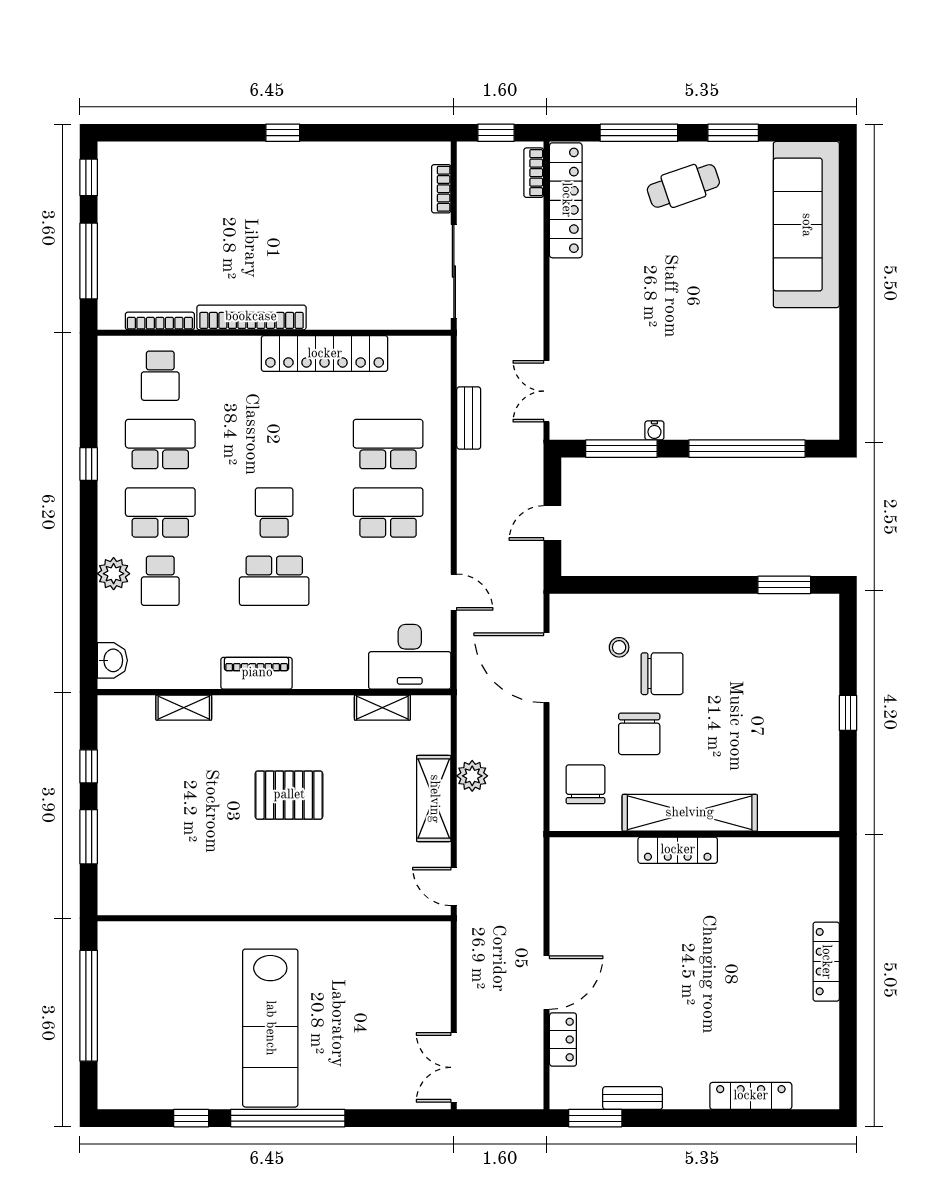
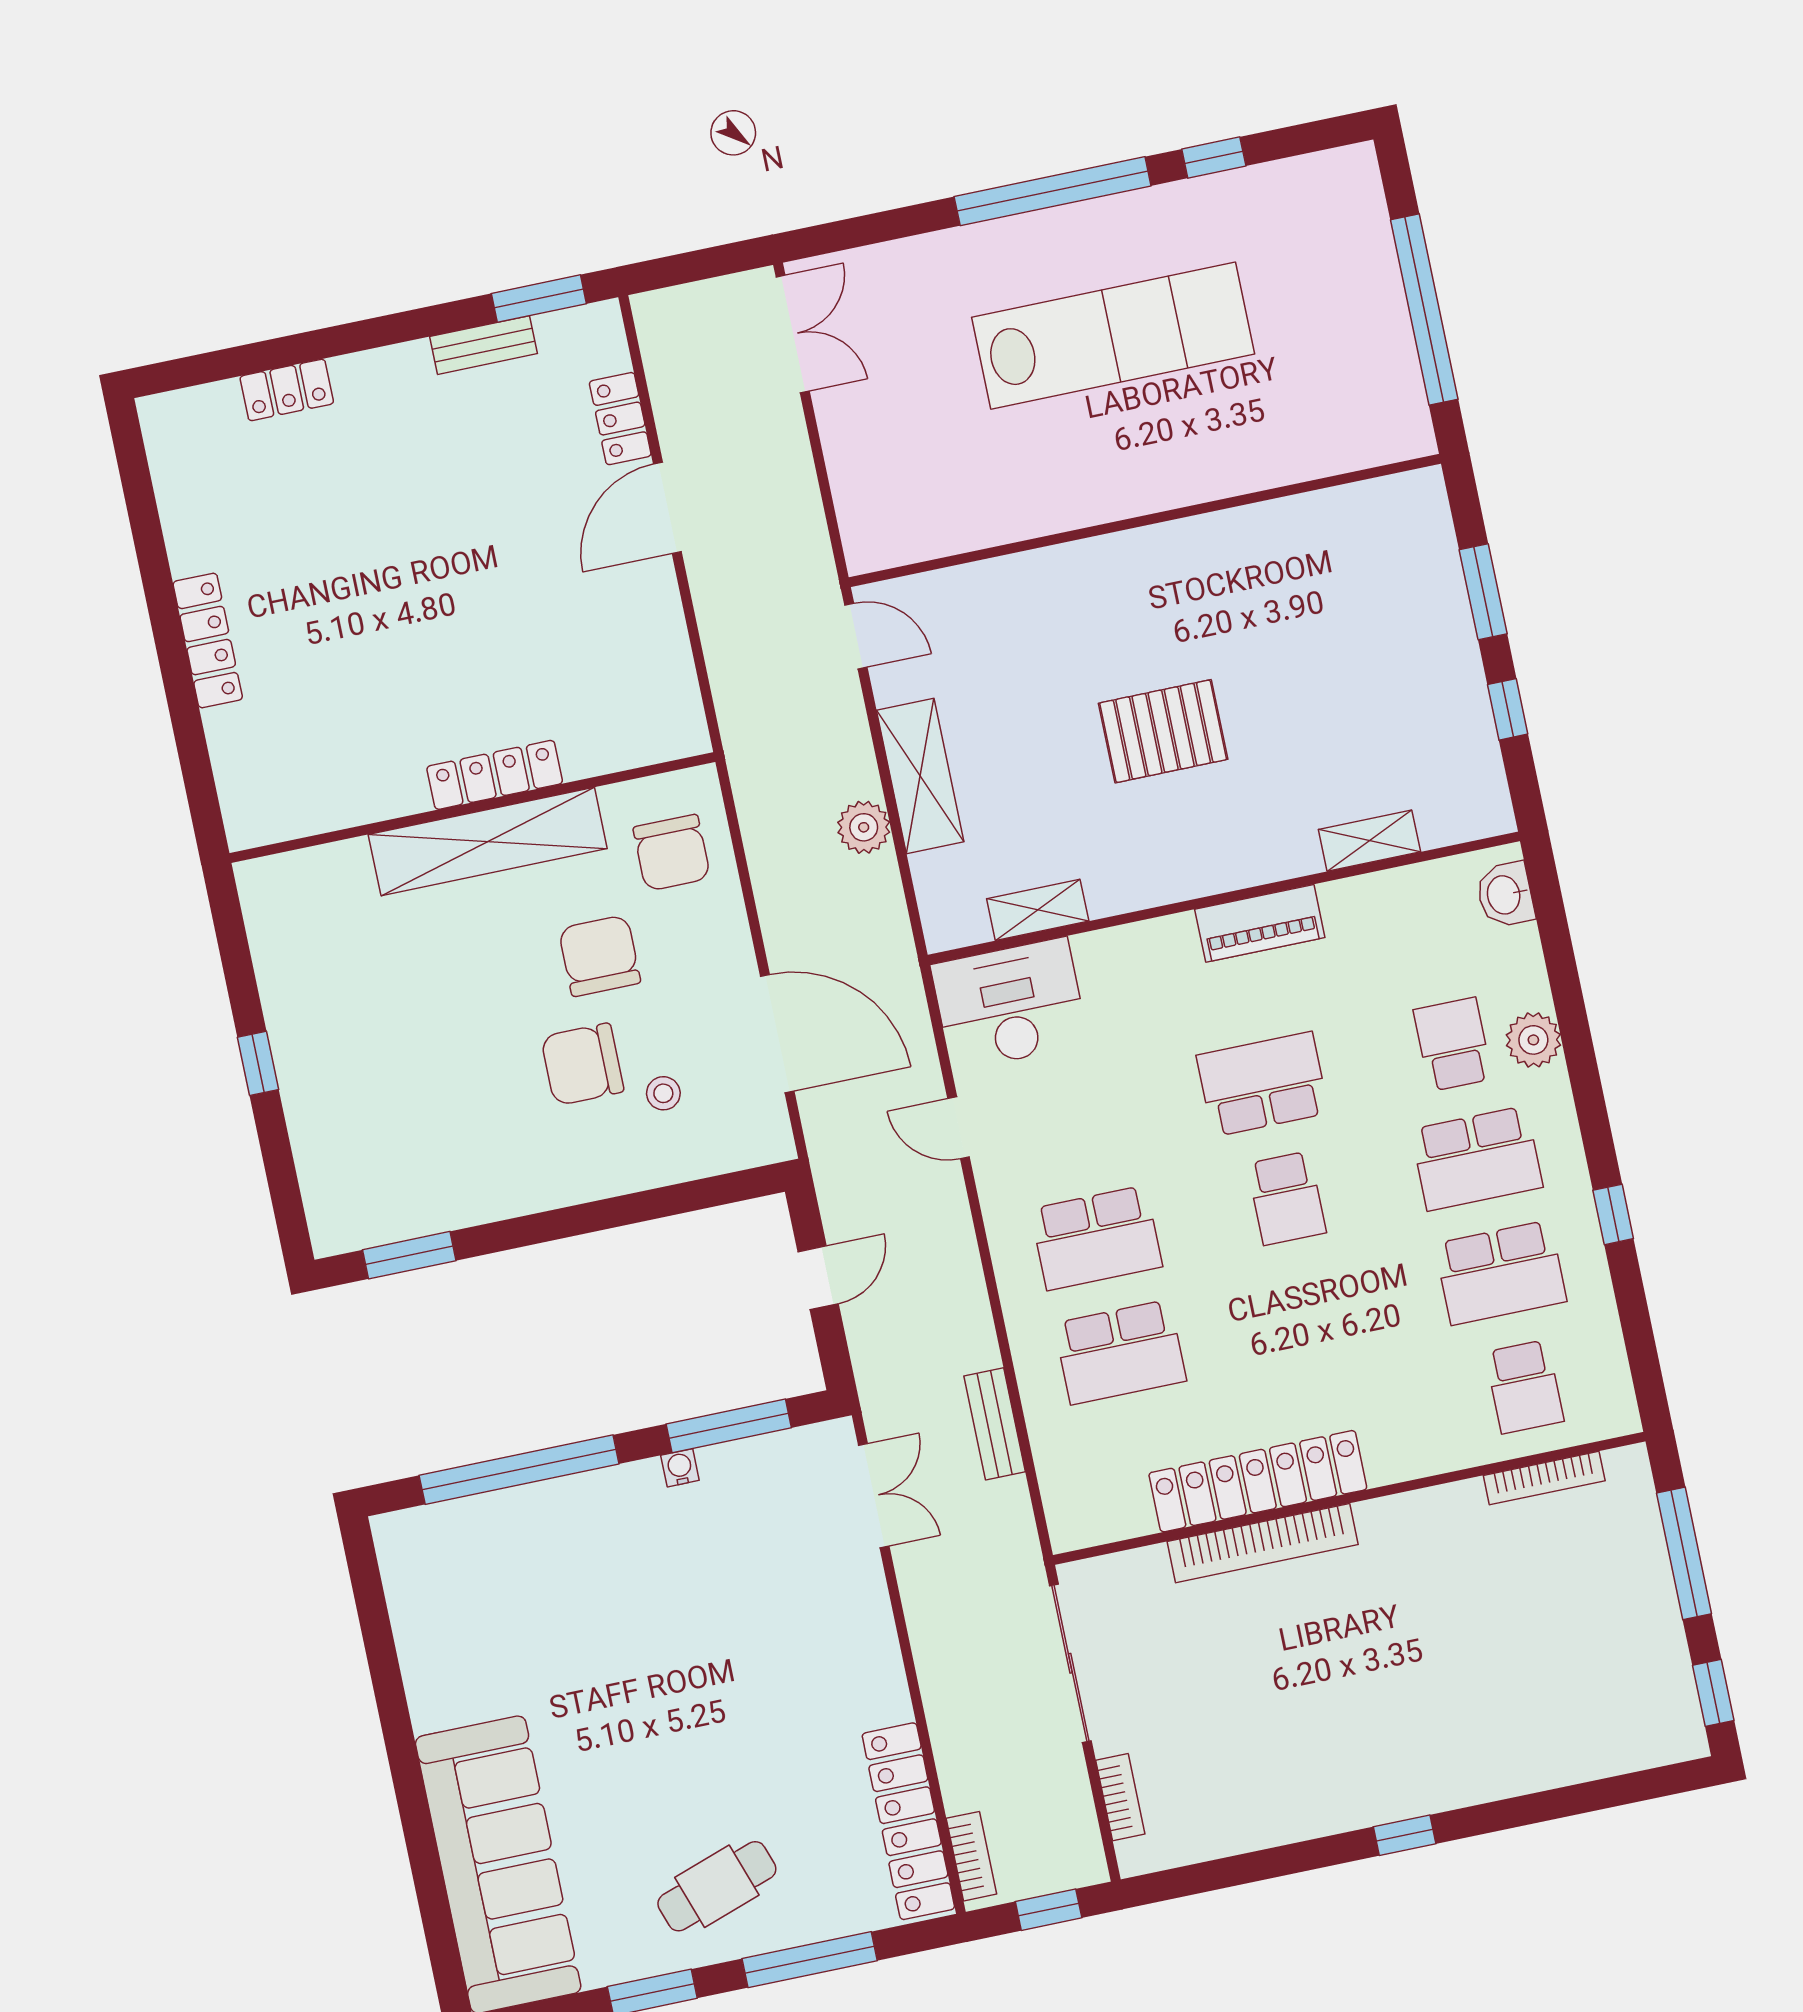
bookcase: (251, 317) -> (1263, 1543), moved
school desk: (160, 376) -> (1524, 1387), turned 180
lab bench: (270, 1028) -> (1113, 336), turned 90
locker: (751, 1096) -> (287, 390), width x0.66

